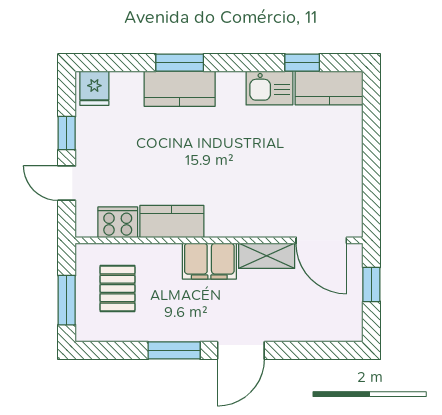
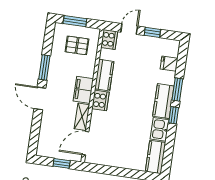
window: (302, 63) -> (174, 115), moved
fridge: (94, 88) -> (169, 64), moved
kitchen counter: (180, 89) -> (163, 101), moved
cooker: (118, 222) -> (109, 39), moved
cooker: (227, 222) -> (100, 100), added

